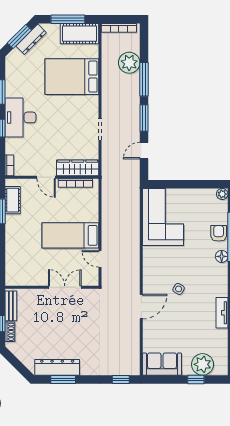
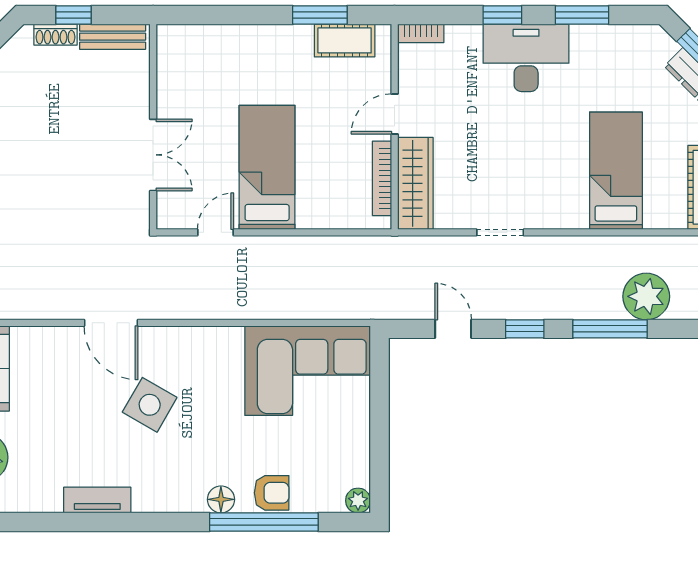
bed: (72, 77) -> (616, 171), width x0.67
window: (144, 118) -> (525, 329), width x0.67
side table: (179, 289) -> (150, 405), width x1.87, depth x1.87

